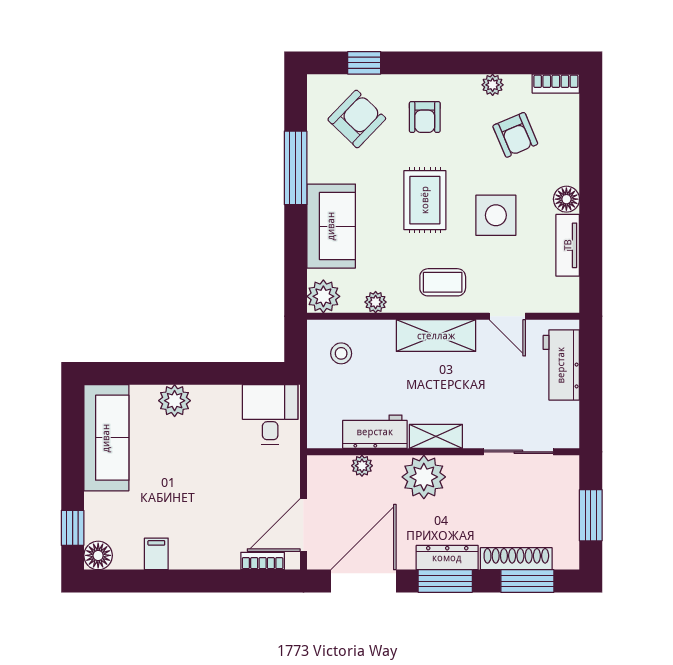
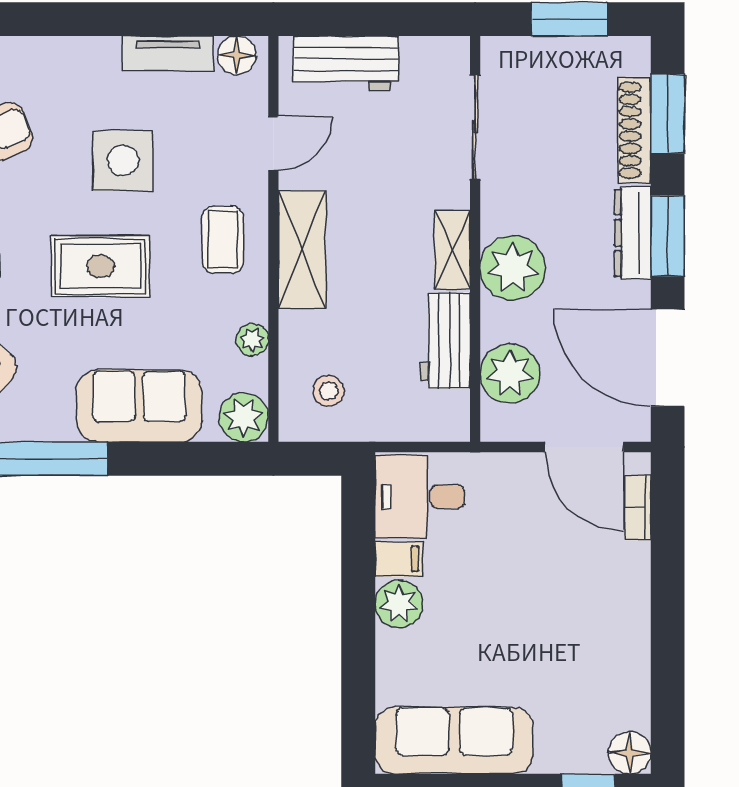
floor lamp: (566, 199) -> (236, 55), moved
plant: (175, 401) -> (399, 604), moved
plant: (362, 466) -> (510, 374), width x1.88, depth x1.88
filing cabinet: (156, 554) -> (399, 559), moved, turned 180

